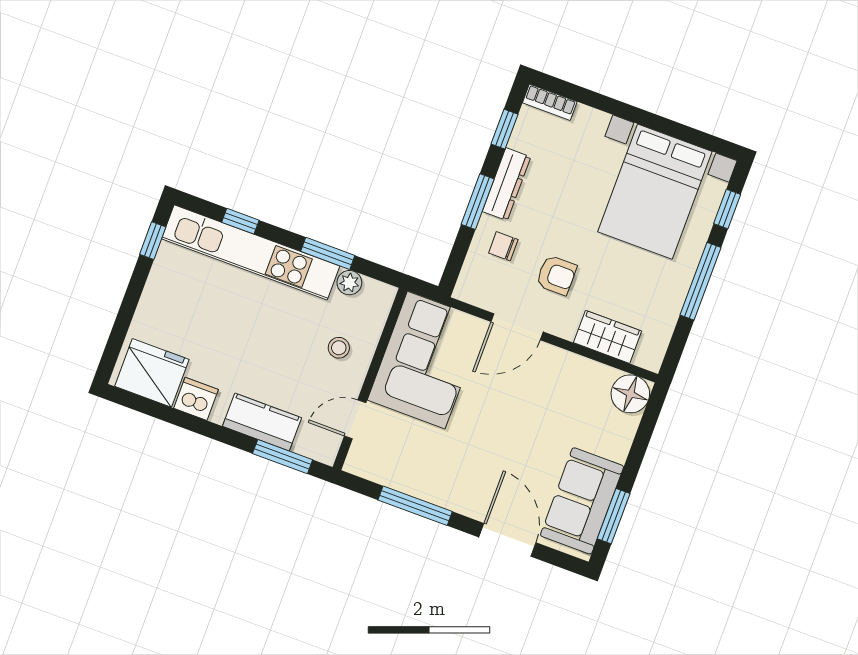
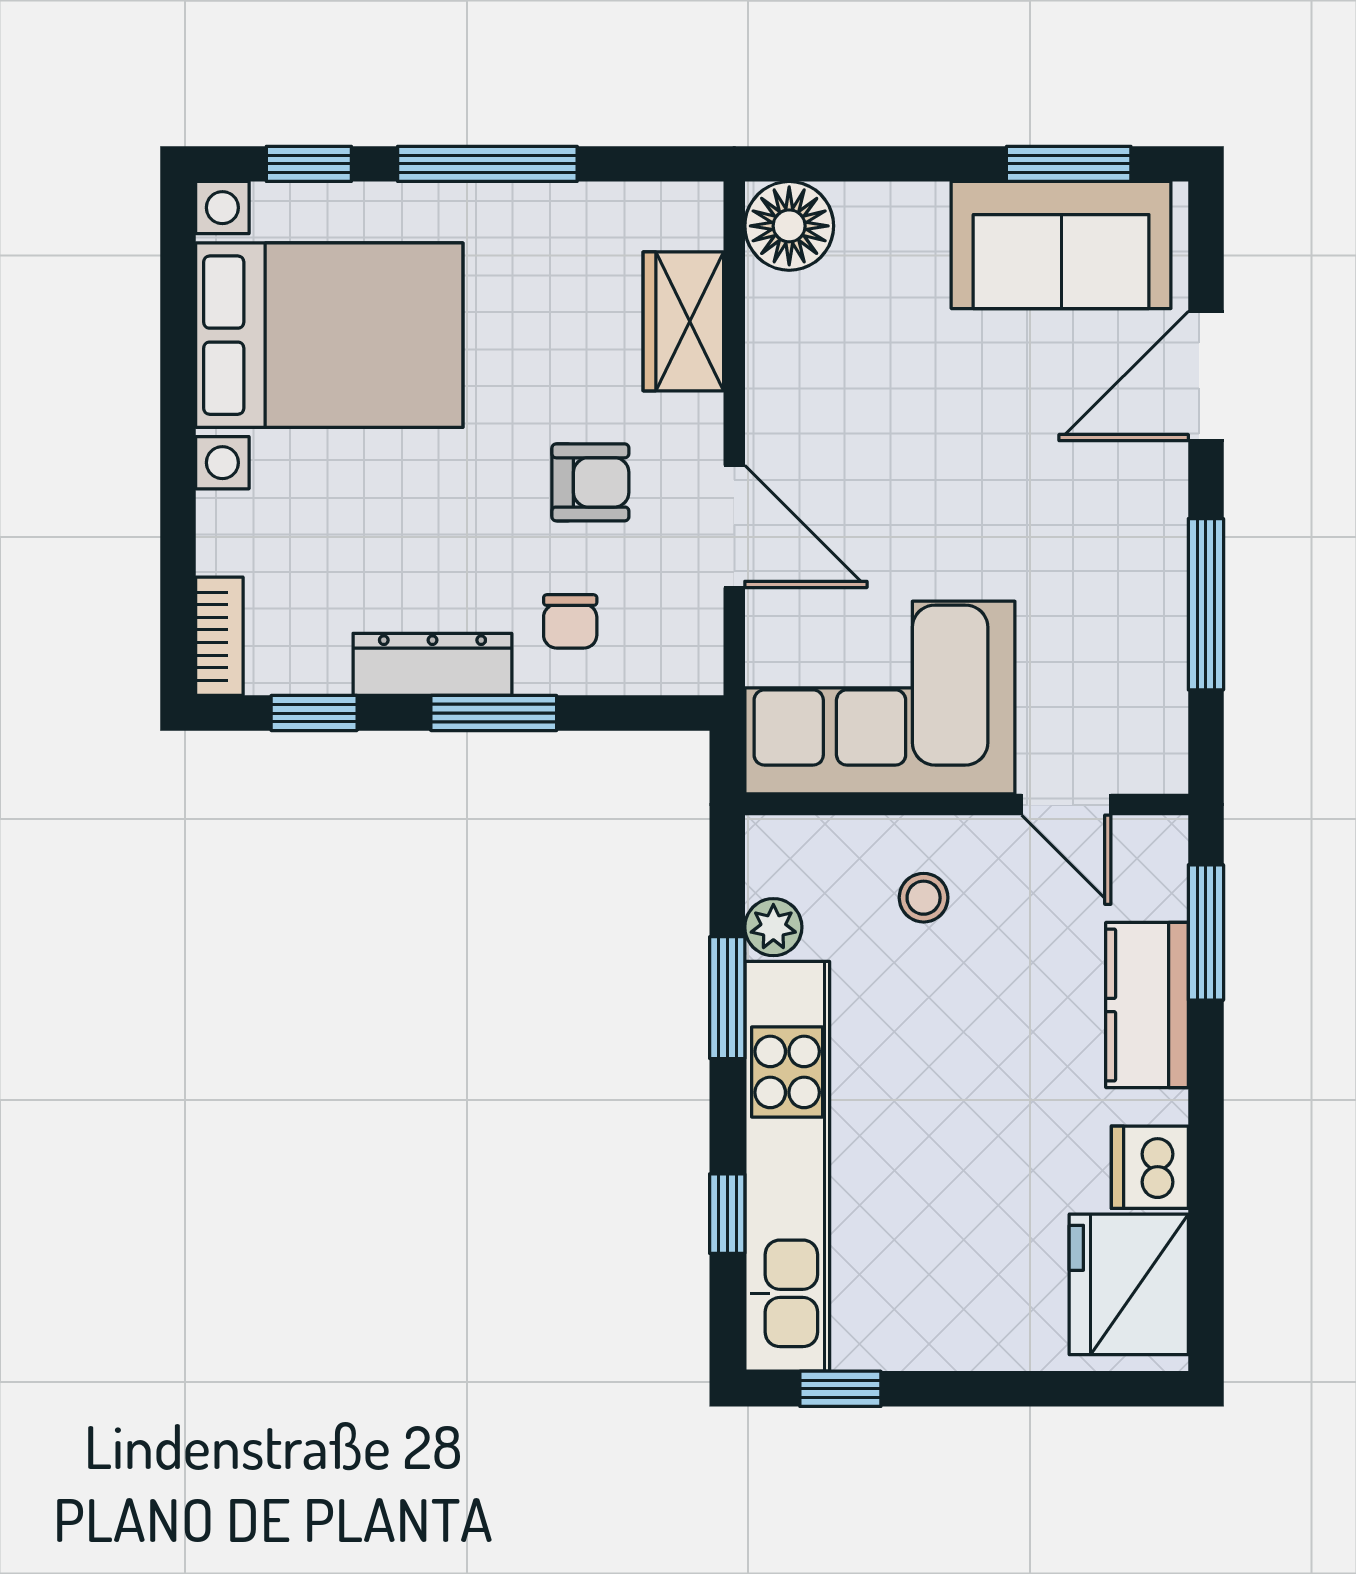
armchair: (556, 275) -> (590, 482), turned 90

